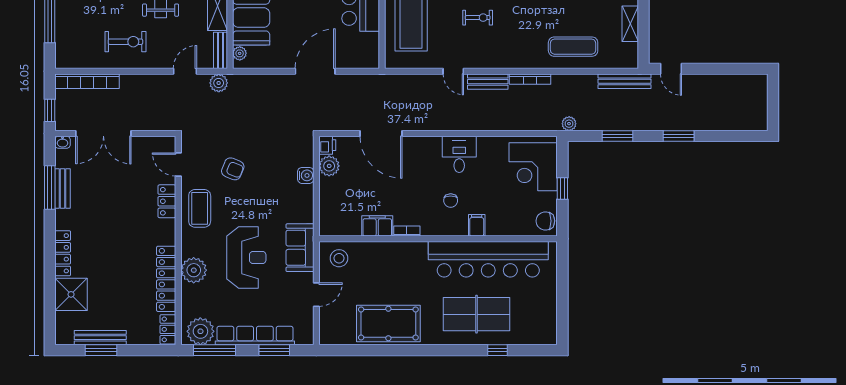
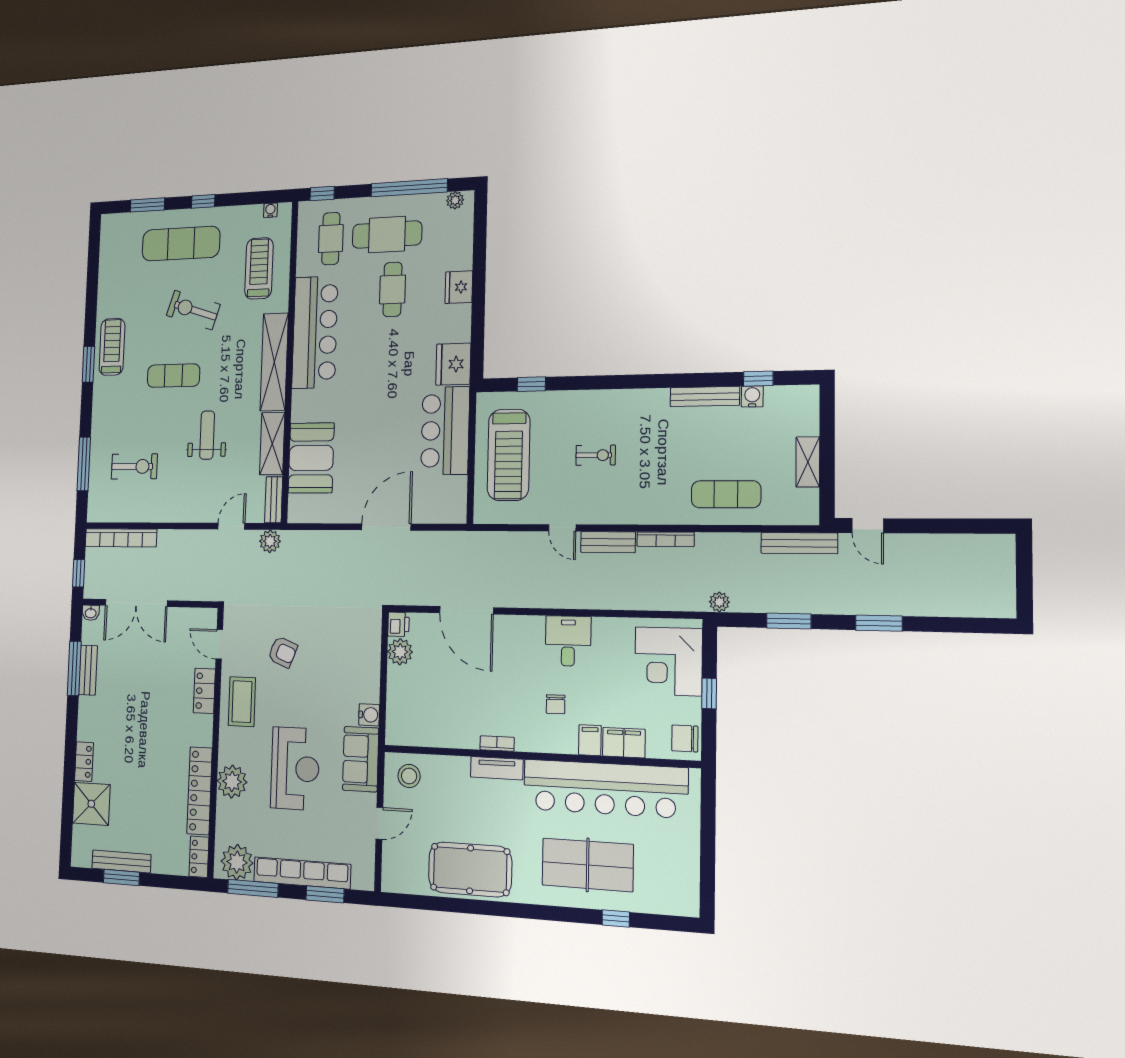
exercise bike: (125, 42) -> (134, 466), moved
plant: (240, 53) -> (296, 504), removed
water cooler: (306, 175) -> (369, 715), moved
filing cabinet: (377, 226) -> (624, 743), moved
tv unit: (407, 249) -> (497, 768), added
locker: (63, 253) -> (84, 762), width x0.66

